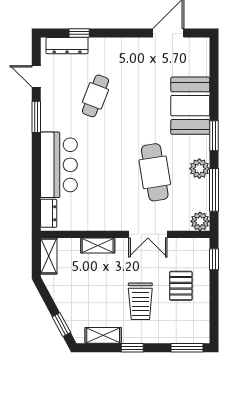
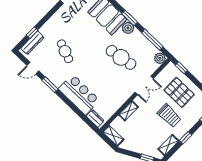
plant: (199, 169) -> (128, 28), moved
pallet: (181, 286) -> (179, 92), width x1.50, depth x1.42

